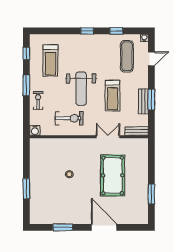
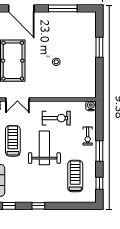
exercise bike: (69, 118) -> (56, 118), turned 180
window: (63, 227) -> (63, 8), width x1.44

